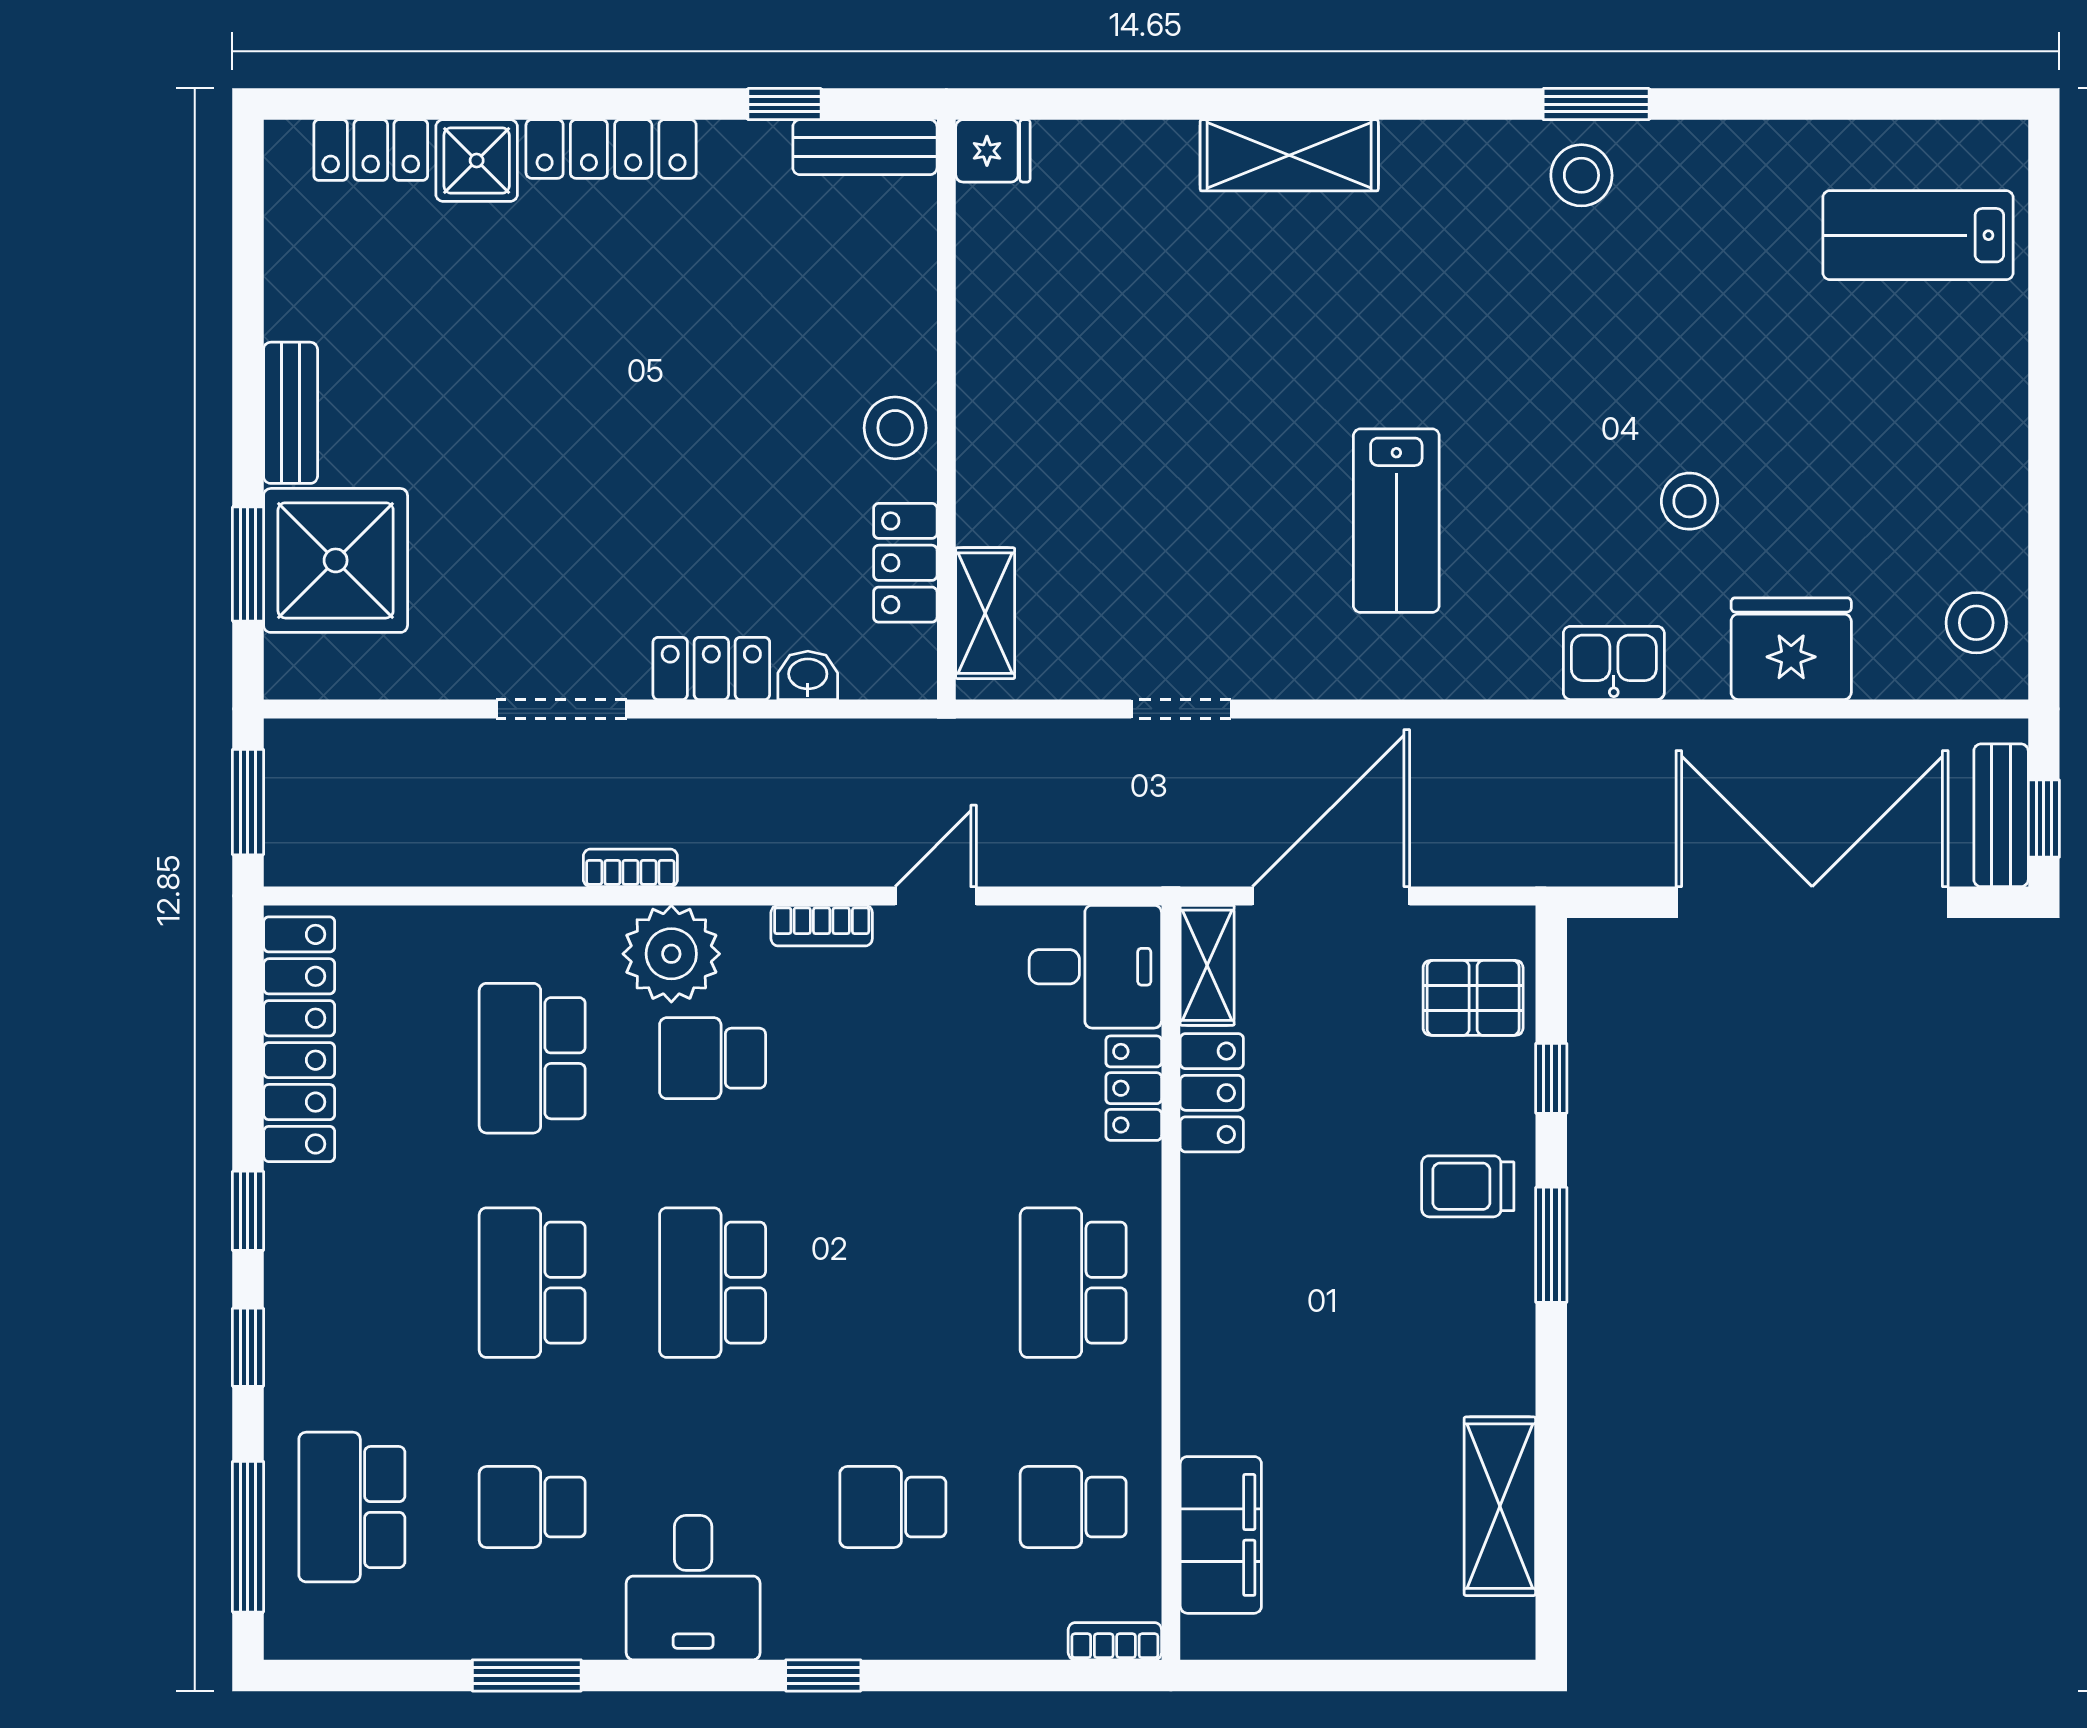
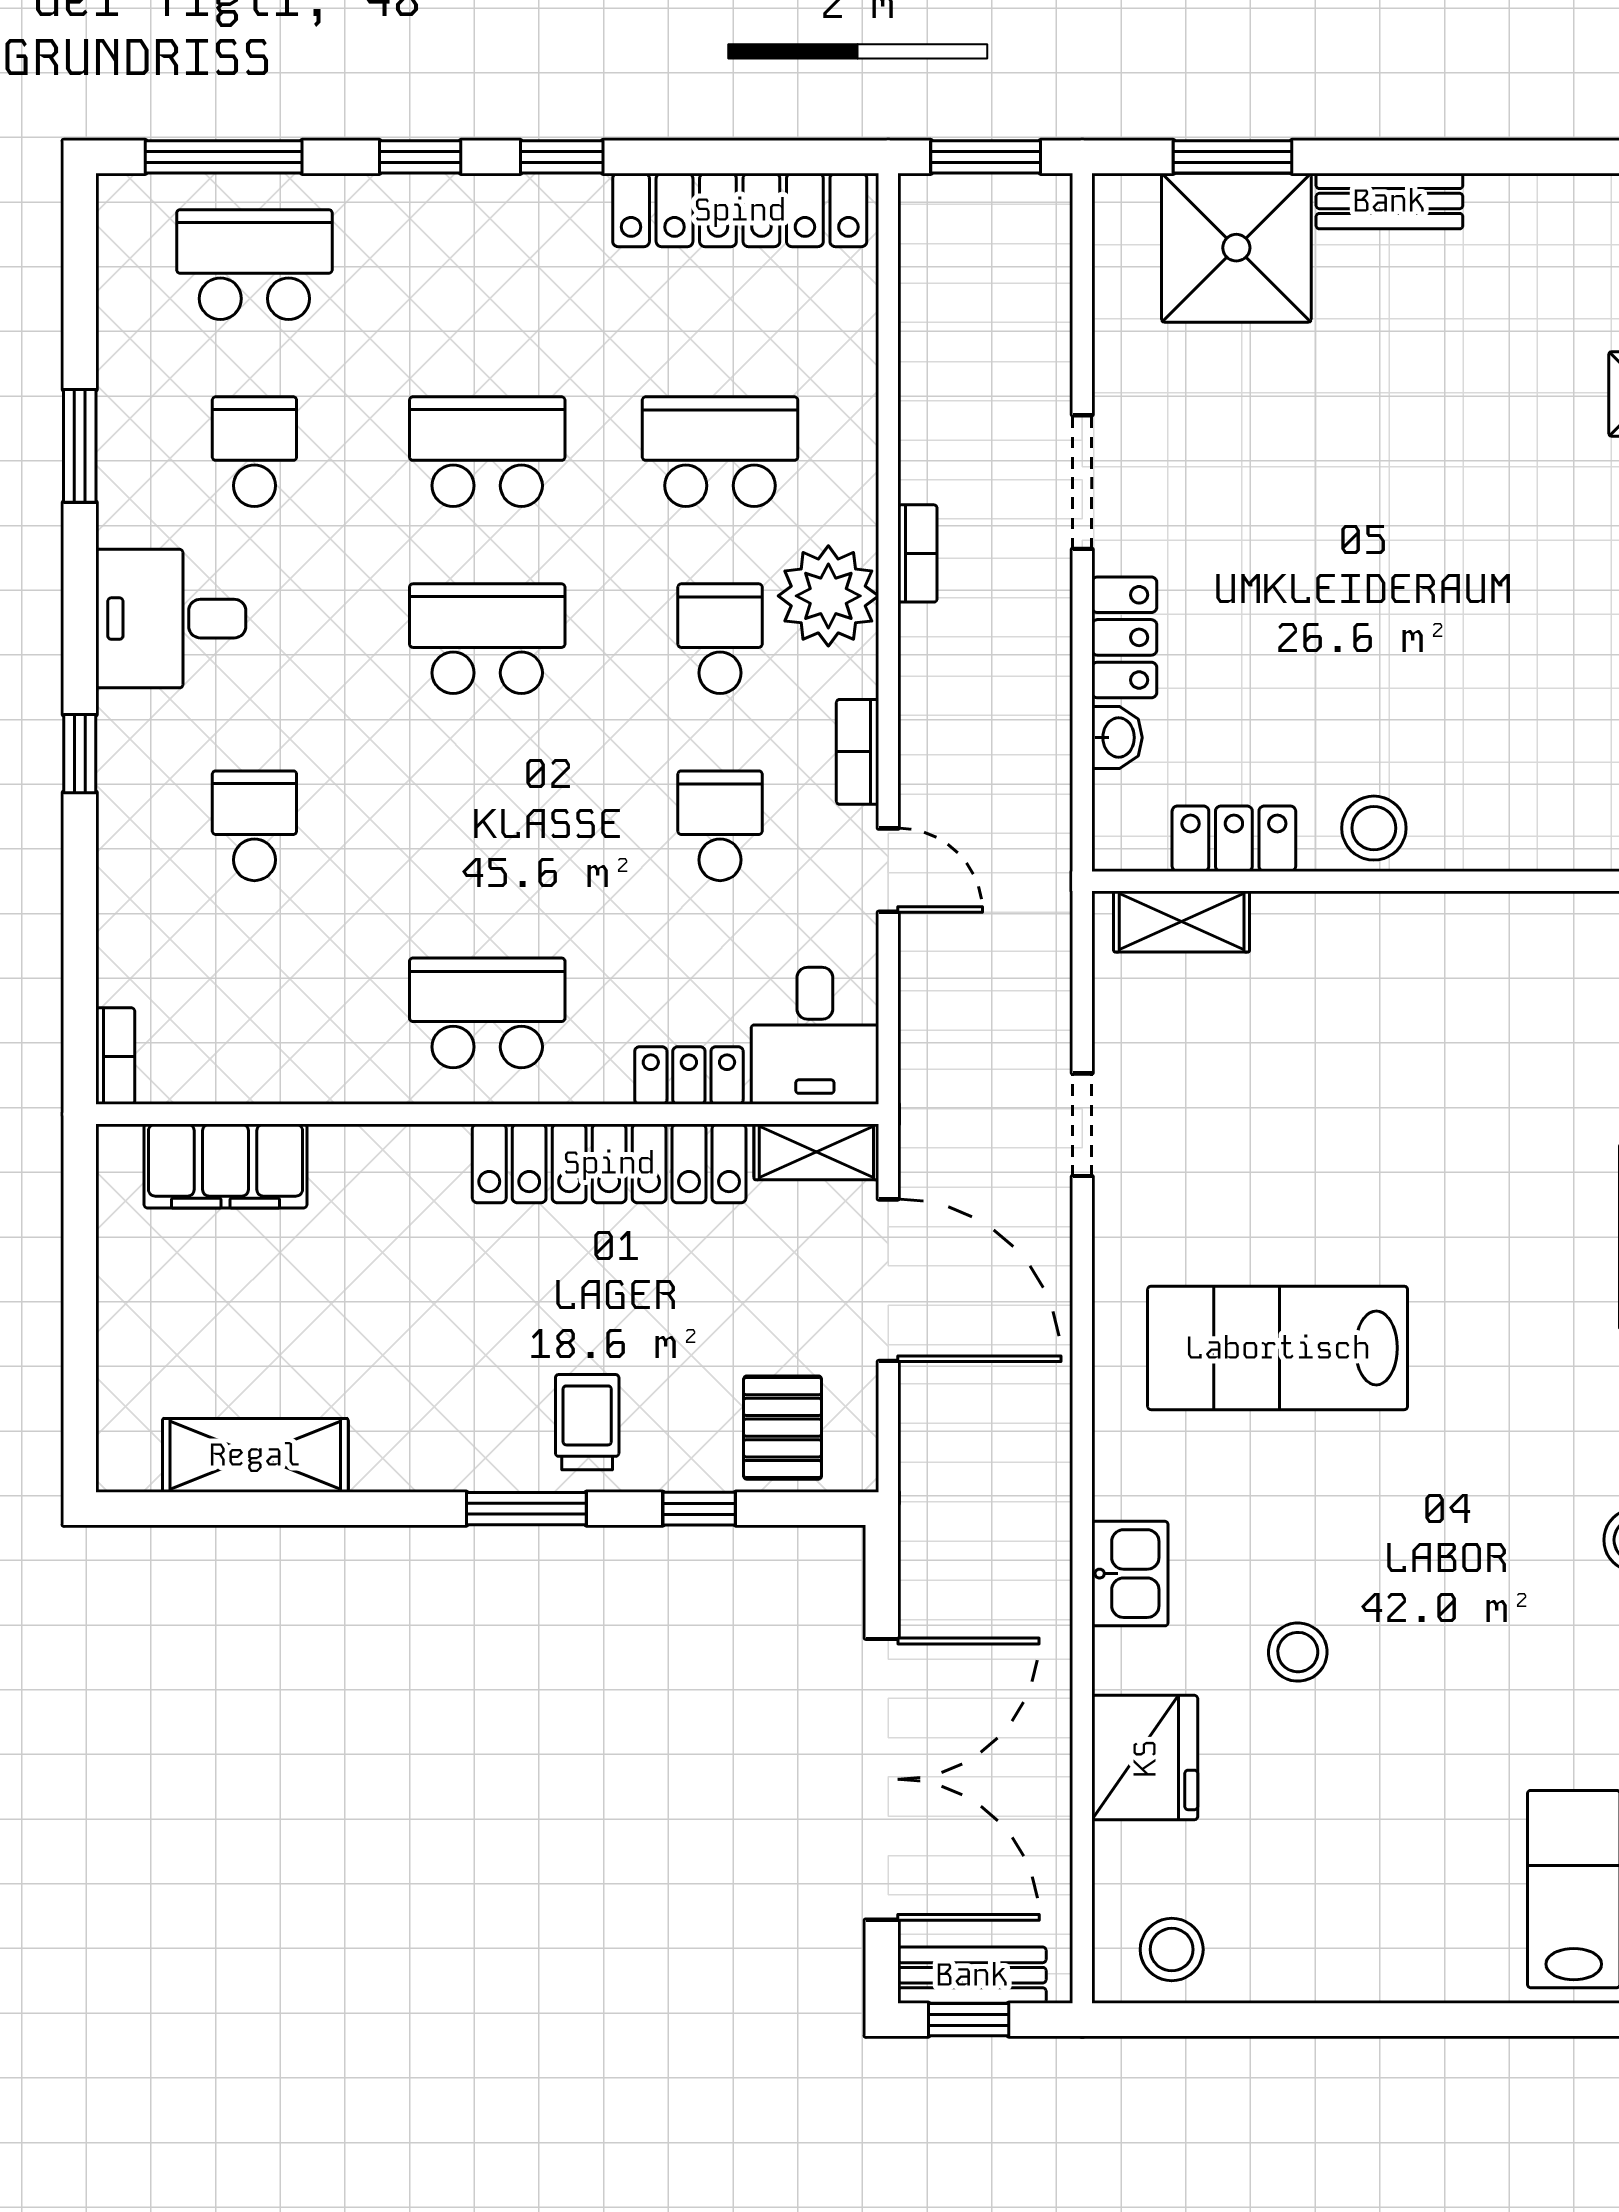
lab bench: (1396, 521) -> (1278, 1348), width x1.36, depth x1.39
locker: (1212, 1093) -> (609, 1163), width x2.16, depth x1.21
school desk: (1073, 1507) -> (720, 826), moved

